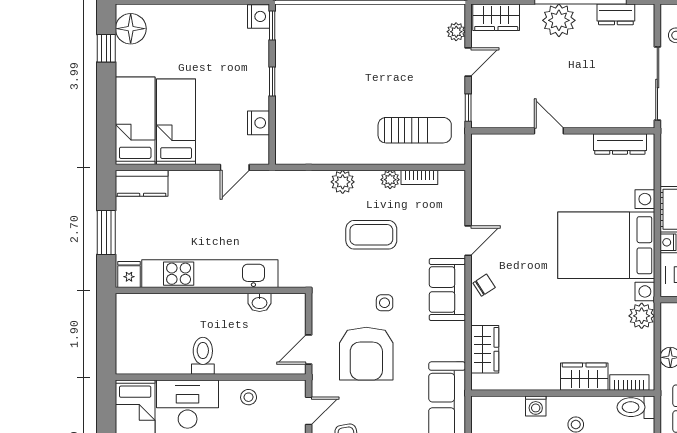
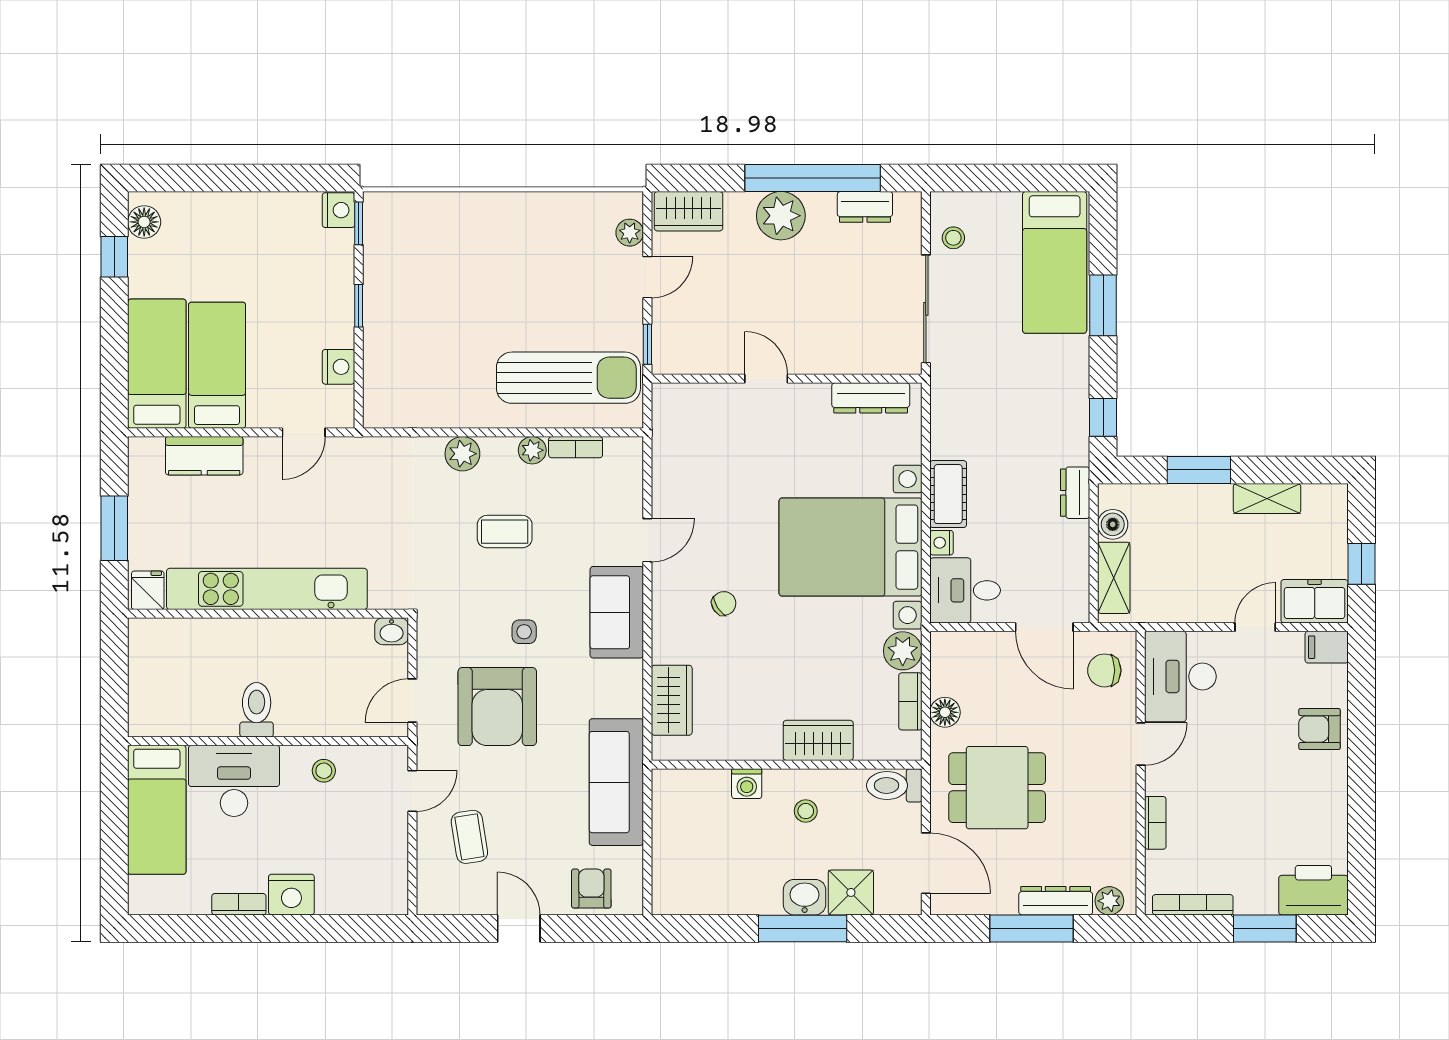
floor lamp: (131, 29) -> (144, 222), width x0.73, depth x0.73
sun lounger: (415, 130) -> (568, 378), width x1.36, depth x1.34
kitchen counter: (142, 183) -> (204, 456), moved
coffee table: (371, 235) -> (505, 532), width x0.73, depth x0.77
chair: (484, 285) -> (724, 603), moved
washbasin: (260, 302) -> (392, 631), moved
bookcase: (629, 382) -> (910, 701), moved, turned -90

